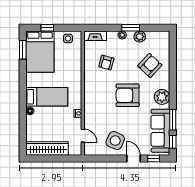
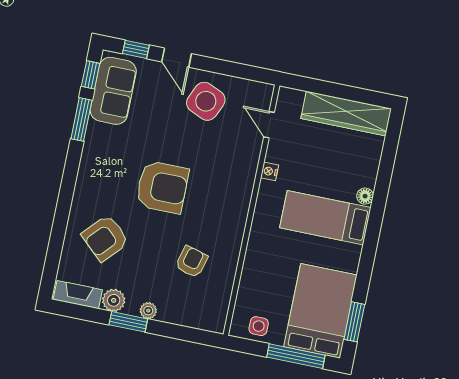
window: (47, 28) -> (296, 356), width x2.17
fireplace: (95, 36) -> (78, 295), moved
plant: (162, 97) -> (94, 170), removed
sofa: (160, 131) -> (113, 91), width x0.73

